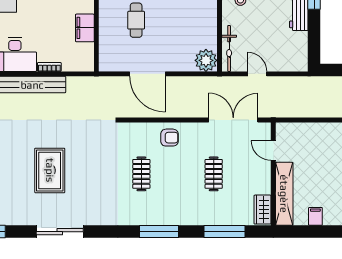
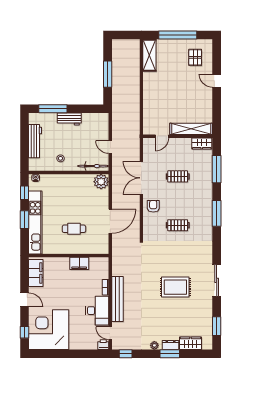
door: (257, 74) -> (110, 147), hinge flipped
double door: (233, 120) -> (141, 178), moved
filing cabinet: (315, 216) -> (206, 108), removed

